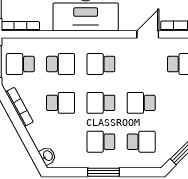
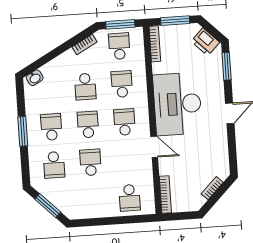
door: (148, 34) -> (154, 147), moved
school desk: (61, 64) -> (122, 84), turned 180
bookcase: (19, 107) -> (85, 44), width x0.64

